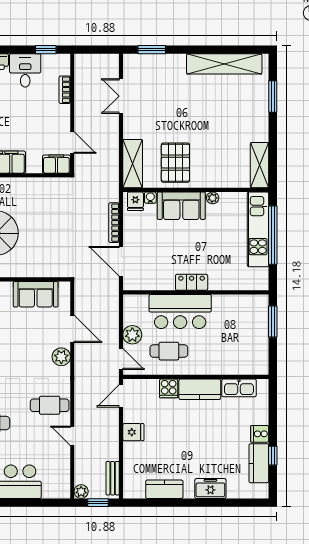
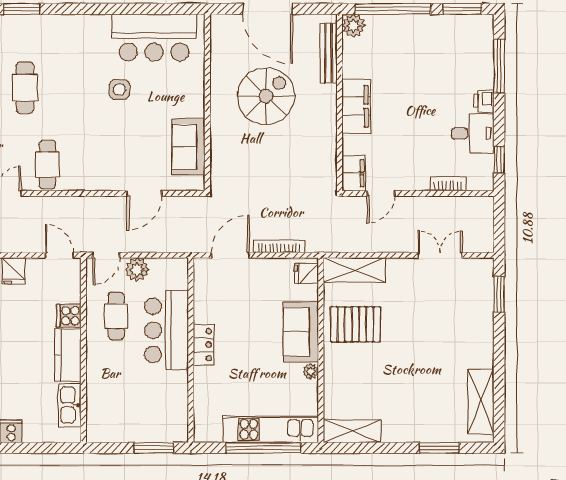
shelving: (224, 64) -> (481, 401), width x0.68
water cooler: (150, 198) -> (311, 292), removed
plant: (61, 357) -> (109, 179), removed

